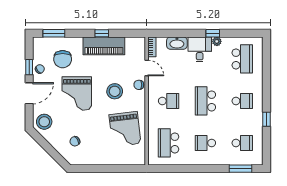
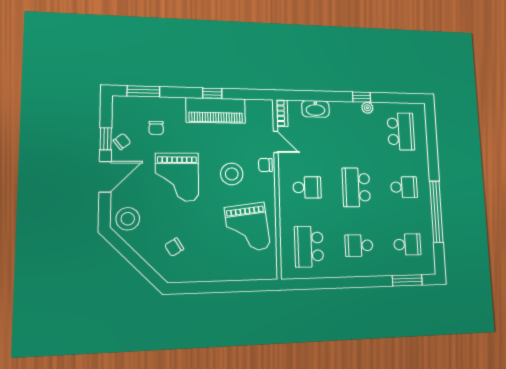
desk: (200, 49) -> (346, 118), removed
chair: (63, 59) -> (156, 128), width x0.54, depth x0.54
window: (267, 119) -> (436, 212), width x3.17

